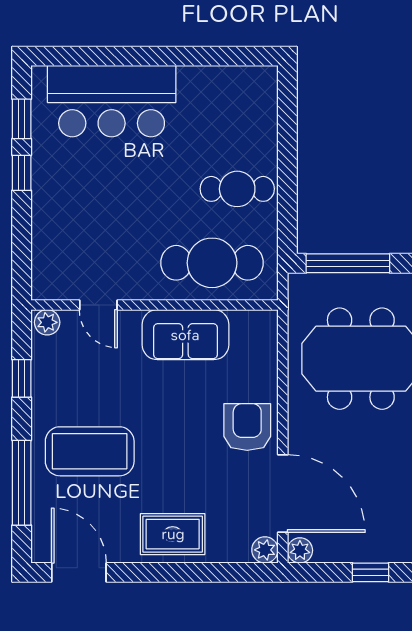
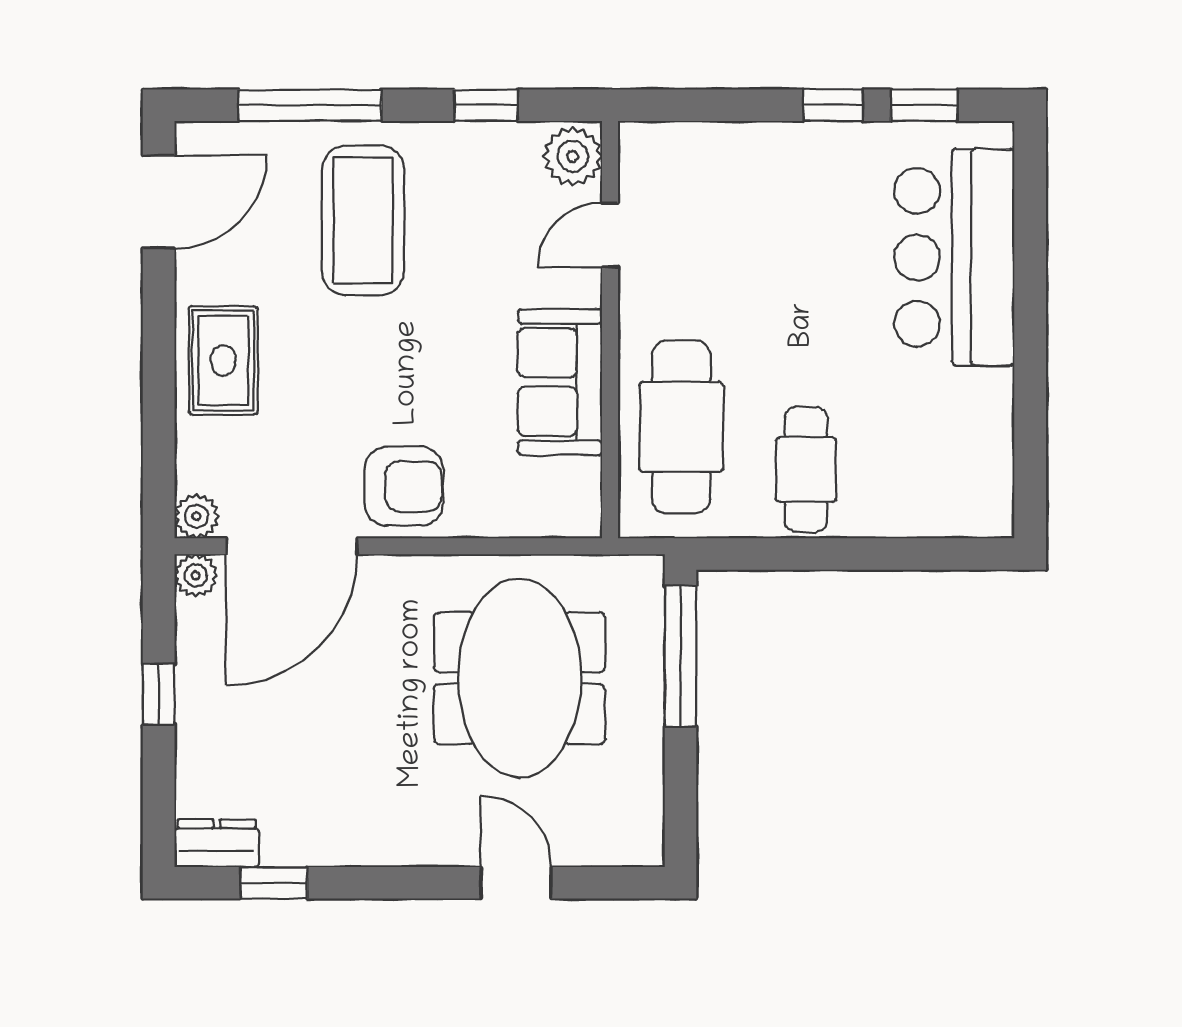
plant: (47, 322) -> (573, 156), width x1.38, depth x1.38

